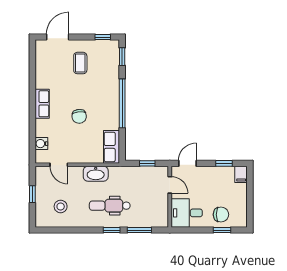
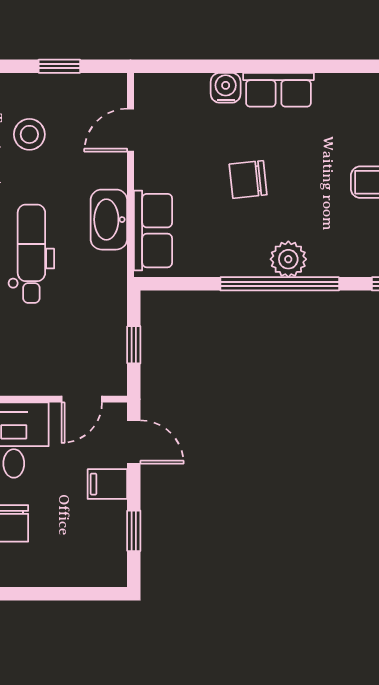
plant: (112, 100) -> (288, 259), added
water cooler: (41, 144) -> (226, 88), moved
row of seats: (112, 147) -> (153, 231), moved, turned 90
filing cabinet: (241, 174) -> (107, 484), moved

